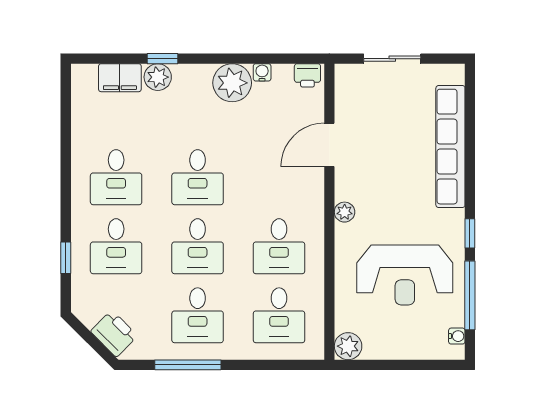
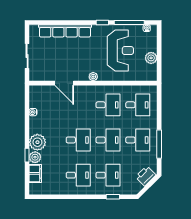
printer: (307, 75) -> (34, 93), removed
plant: (232, 83) -> (37, 142), moved
plant: (348, 346) -> (151, 58), moved

